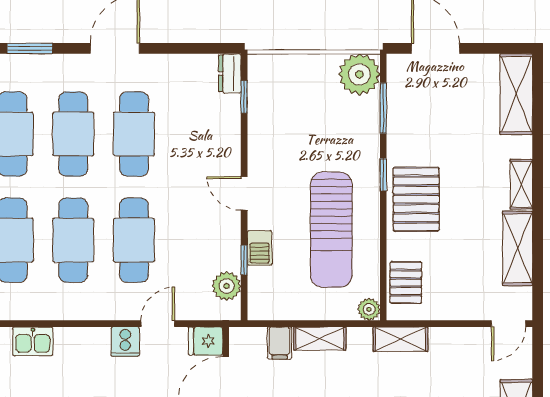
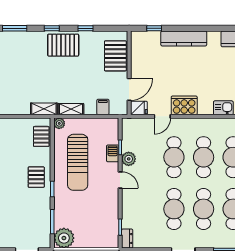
pallet: (416, 199) -> (36, 177), width x0.67, depth x0.71
sun lounger: (331, 230) -> (78, 162), turned 180
plant: (227, 286) -> (129, 159), moved
shelving: (320, 338) -> (71, 109), moved
cooker: (125, 342) -> (184, 105), width x1.87, depth x1.31

